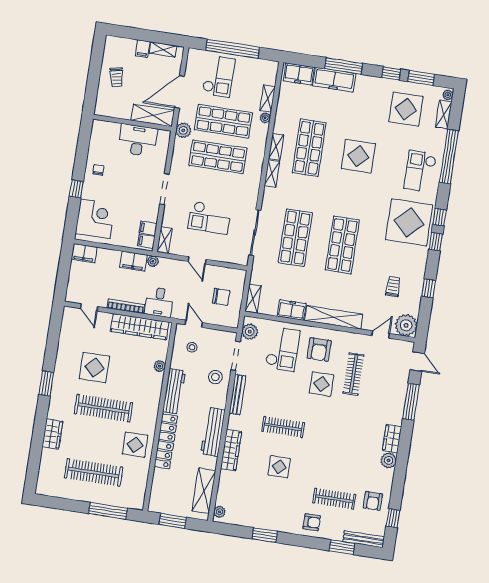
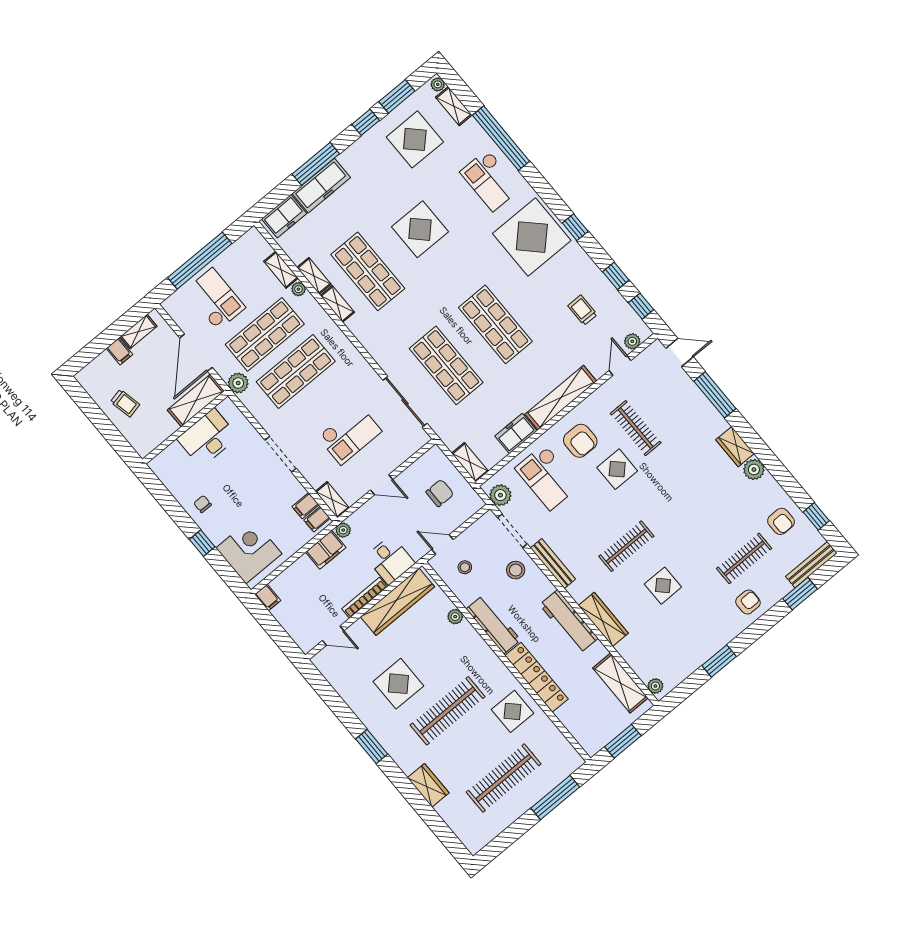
shelving: (272, 174) -> (314, 276), moved
window: (440, 217) -> (641, 306), moved
filing cabinet: (84, 253) -> (268, 597), width x0.50
plant: (406, 325) -> (632, 341), width x0.53, depth x0.53
checkout: (283, 349) -> (547, 477), turned 180

